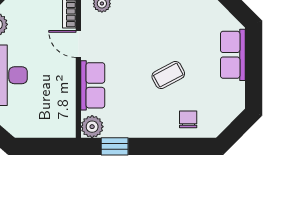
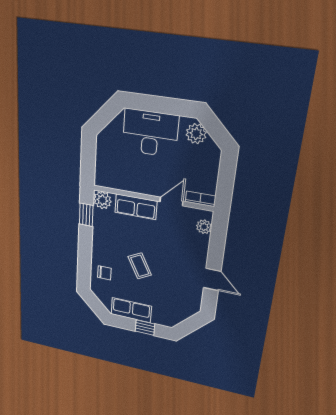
row of seats: (233, 55) -> (131, 310), moved
window: (254, 62) -> (145, 328), added

